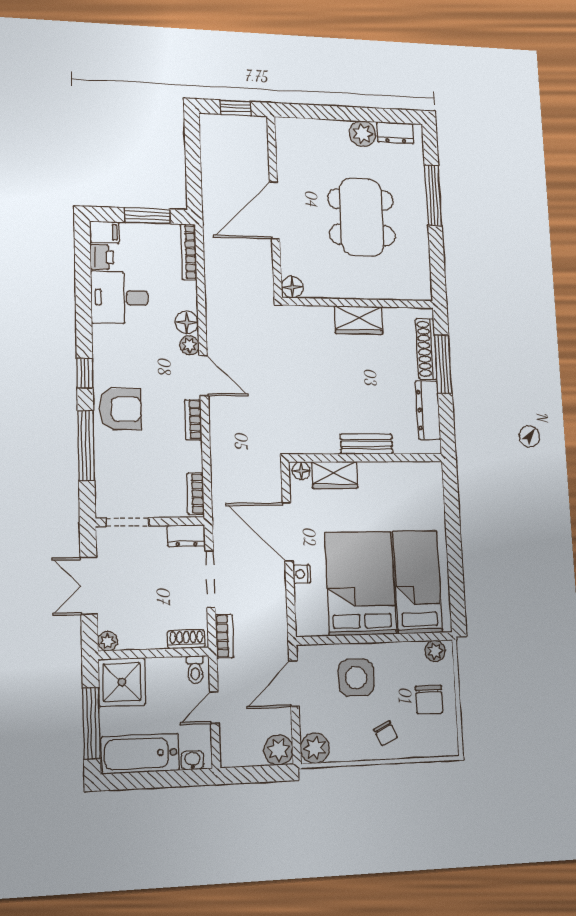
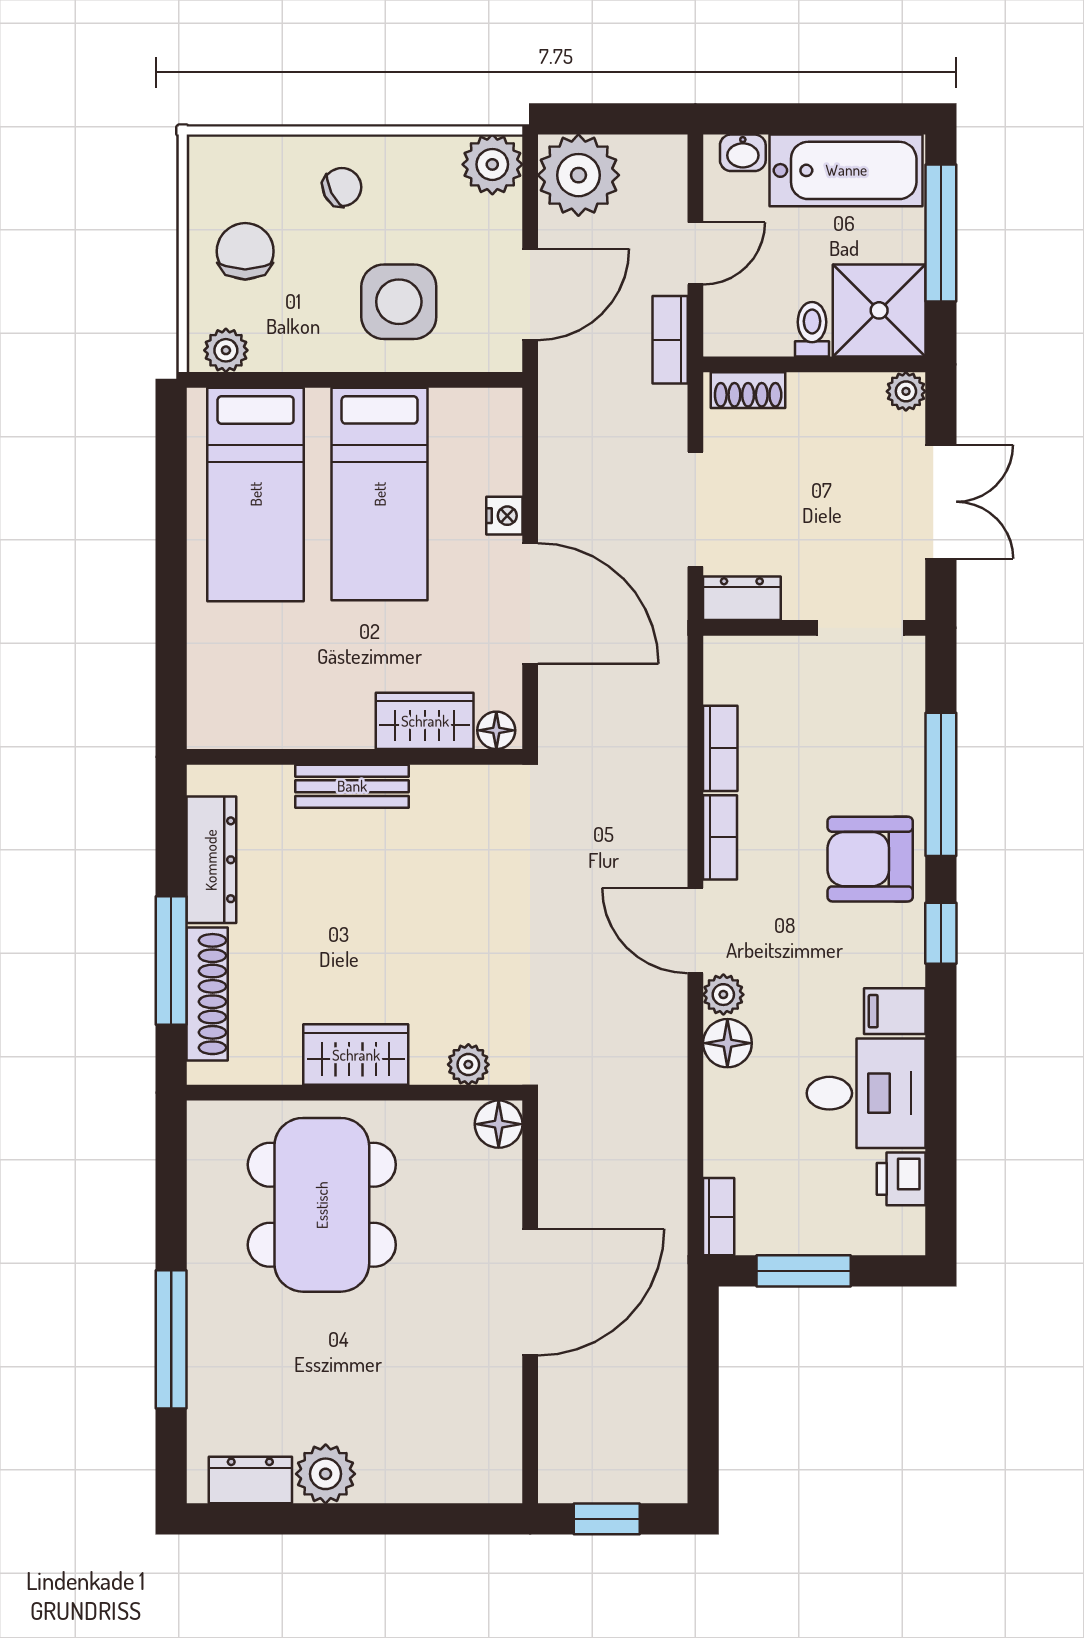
dining table: (361, 217) -> (322, 1205), moved
filing cabinet: (104, 232) -> (895, 1011), moved
bookcase: (189, 252) -> (719, 1217), width x0.64
plant: (307, 315) -> (468, 1065), added
bookcase: (195, 494) -> (720, 748), moved
bed: (361, 583) -> (380, 494), width x0.67
bookcase: (224, 636) -> (670, 340), moved
toilet: (195, 670) -> (812, 329), moved
chair: (386, 733) -> (342, 187), turned 88
plant: (278, 750) -> (578, 175), width x1.36, depth x1.36

